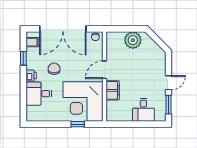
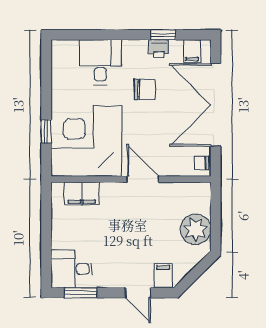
filing cabinet: (159, 58) -> (163, 276), added
printer: (31, 76) -> (159, 49), moved
door: (169, 83) -> (138, 293), moved
filing cabinet: (113, 90) -> (82, 194), moved
desk: (143, 110) -> (72, 269), moved

